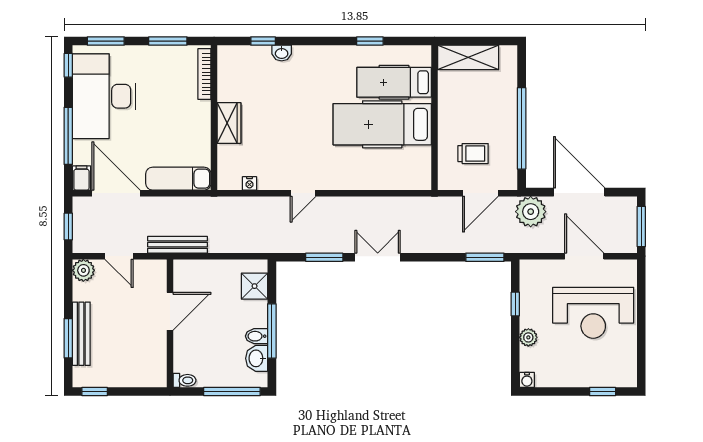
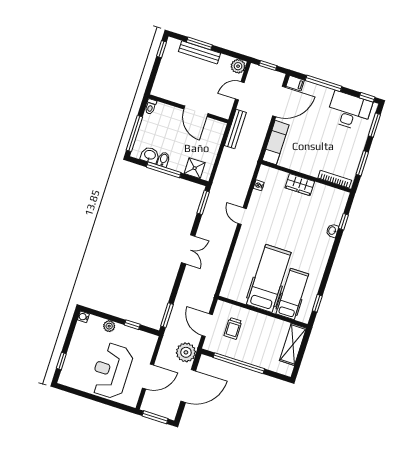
window: (370, 41) -> (317, 303), moved
desk: (104, 96) -> (349, 111), width x0.73, depth x0.77
window: (324, 257) -> (203, 202), moved

